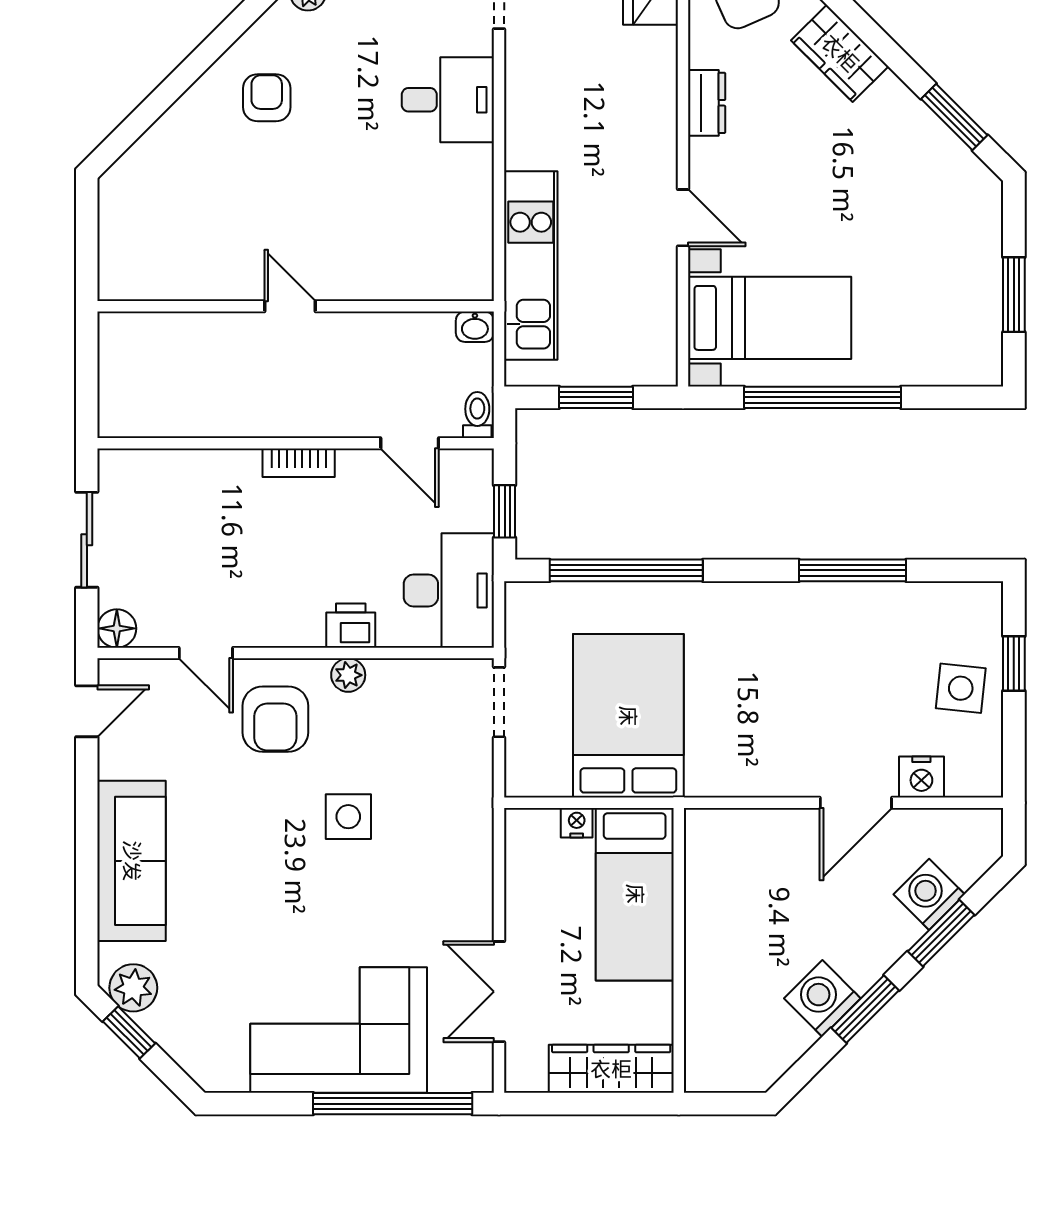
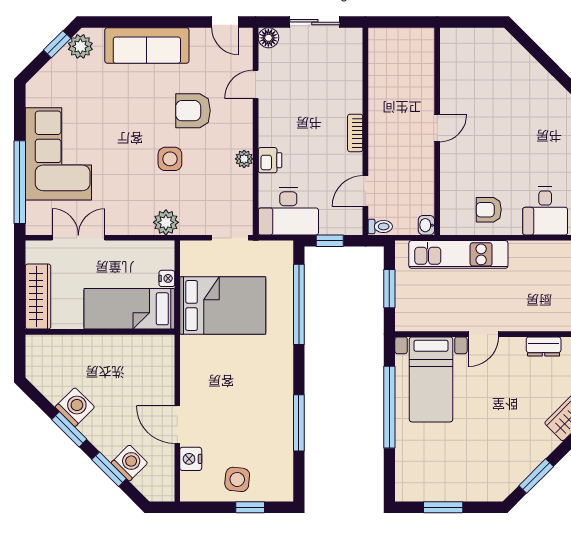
armchair: (267, 98) -> (489, 210), moved, turned 180
armchair: (275, 719) -> (193, 111), moved
plant: (470, 825) -> (166, 222), added

